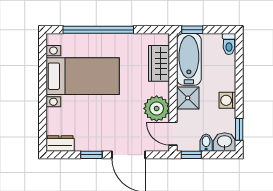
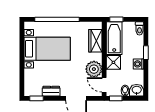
window: (239, 129) -> (146, 53), moved
dresser: (60, 143) -> (51, 91), moved
window: (91, 155) -> (36, 98), moved

